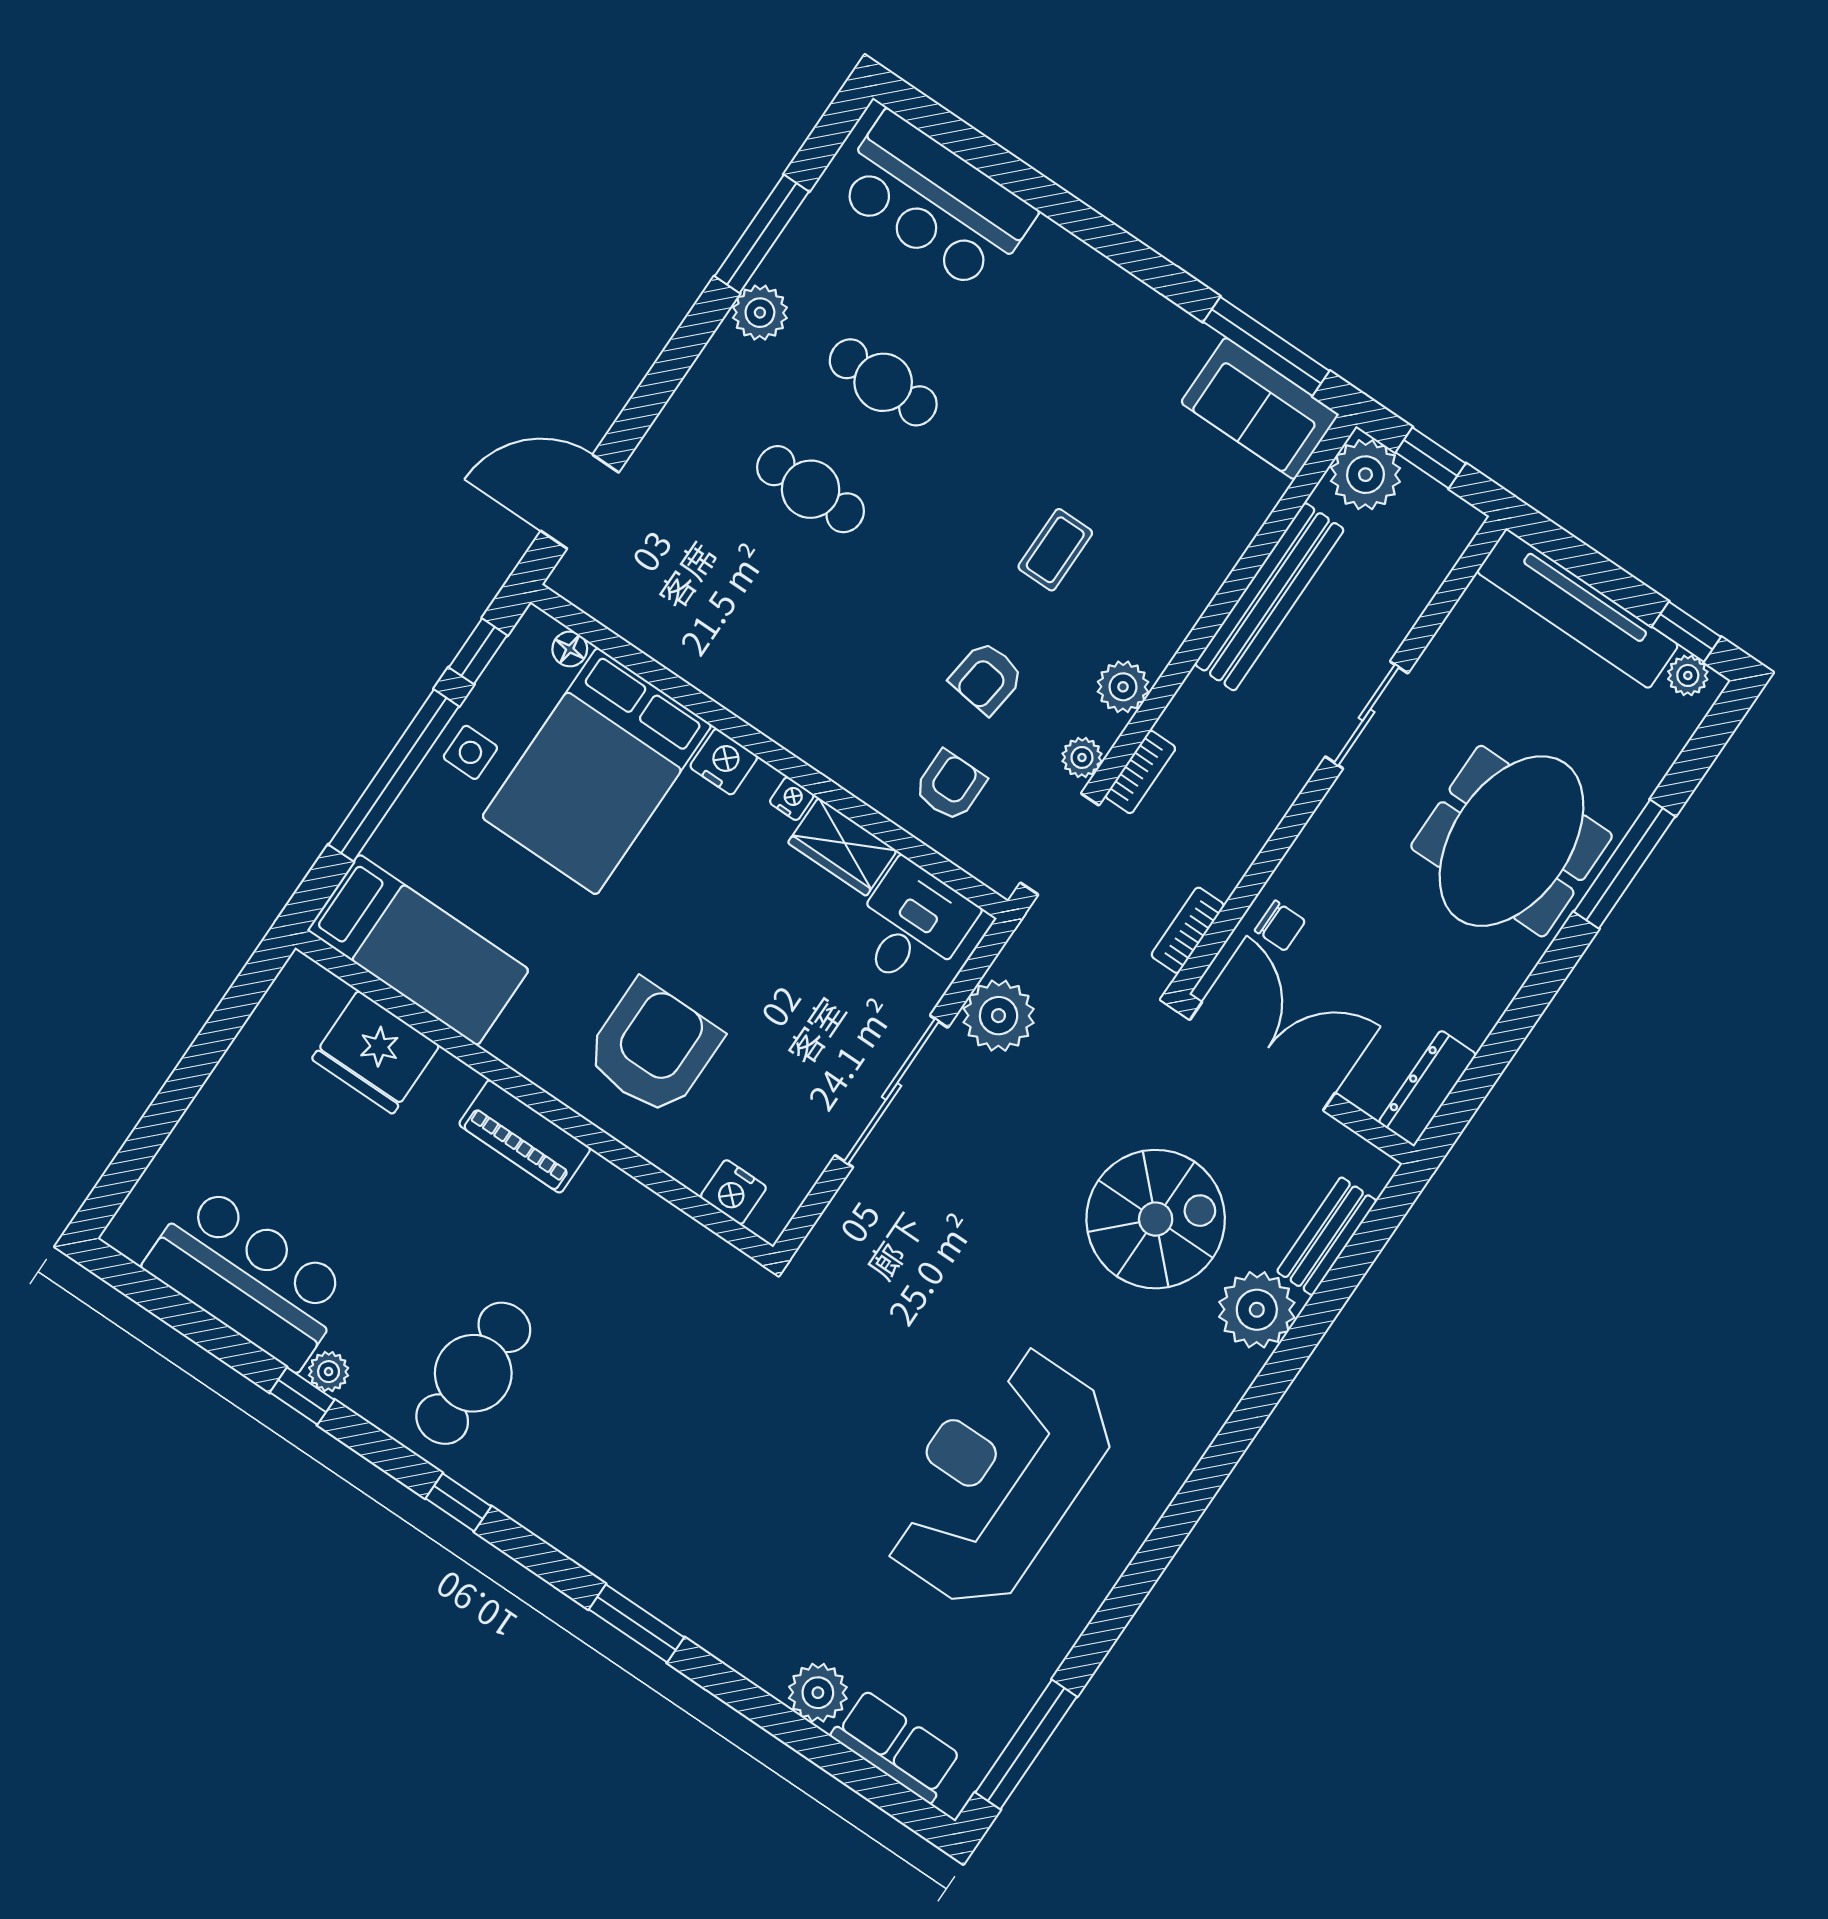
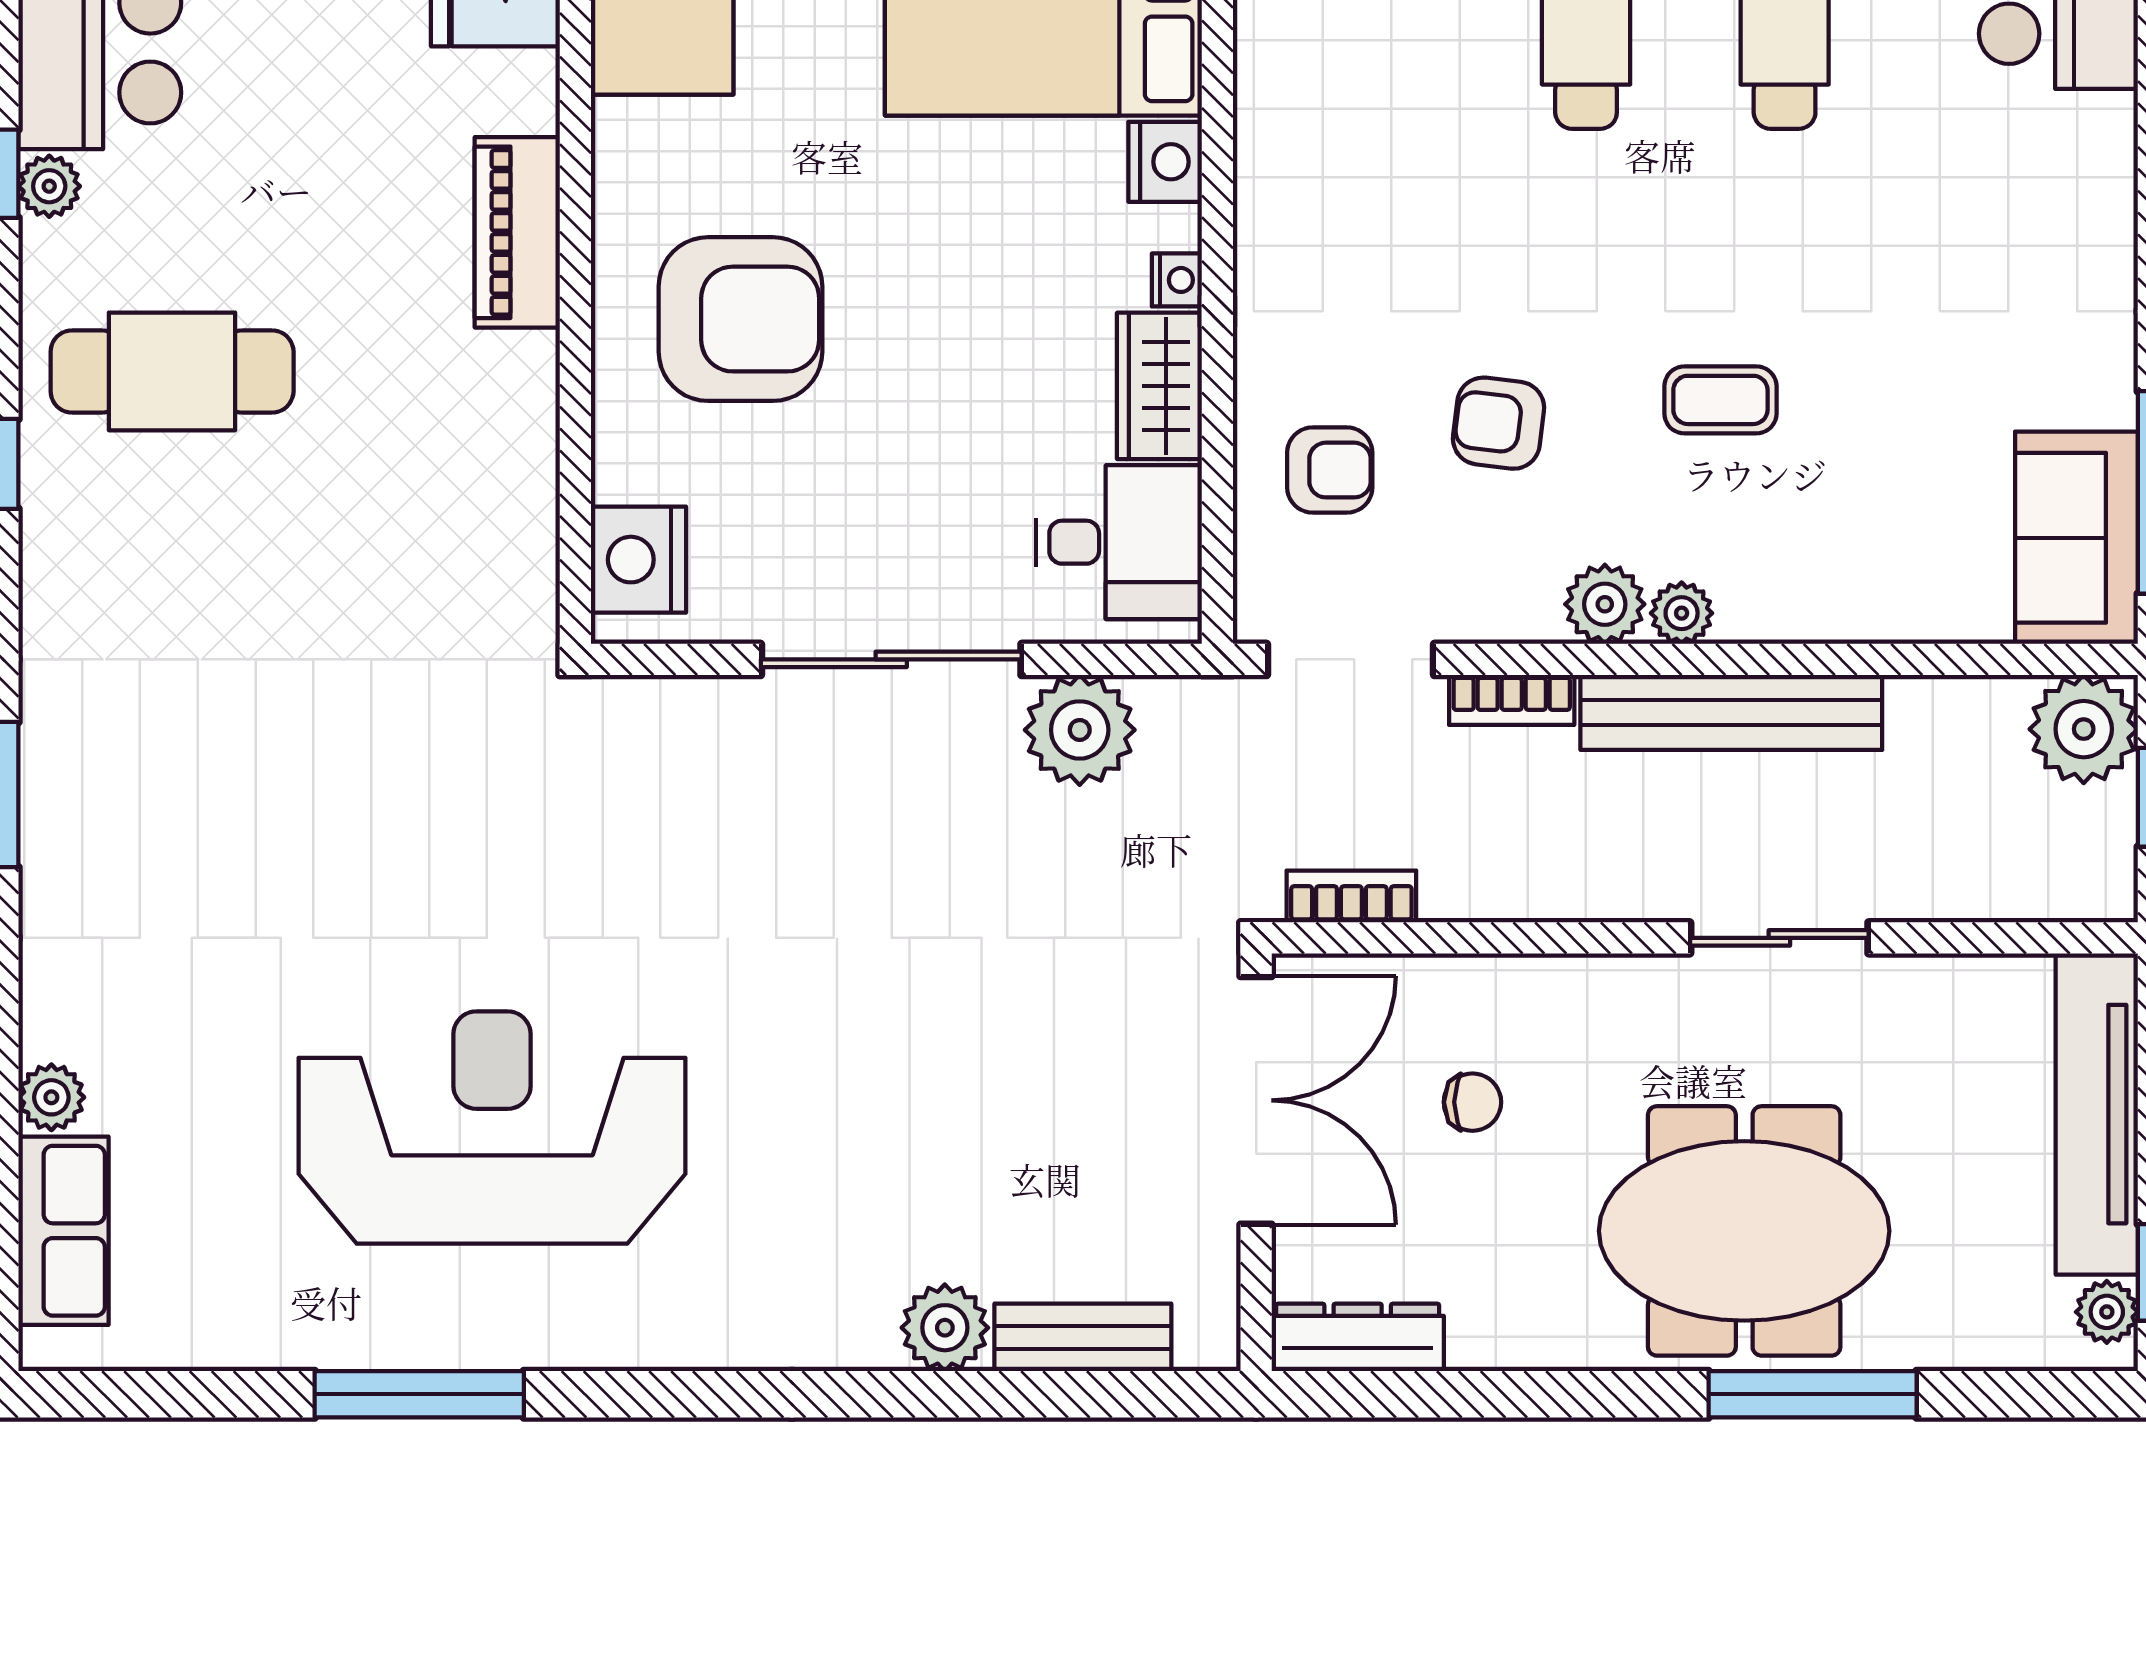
bench: (1269, 597) -> (1731, 712), moved
plant: (1082, 757) -> (1682, 613), moved
chair: (1280, 926) -> (1472, 1102), moved, turned -90
nightstand: (733, 1192) -> (638, 560), width x1.36, depth x1.33
spiral stairs: (1156, 1219) -> (957, 1105), removed
plant: (1257, 1310) -> (945, 1328), width x0.73, depth x0.73
plant: (818, 1693) -> (51, 1097), width x0.73, depth x0.73
window: (1026, 1744) -> (419, 1394), moved

